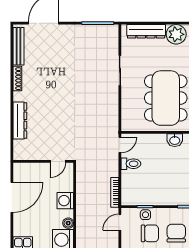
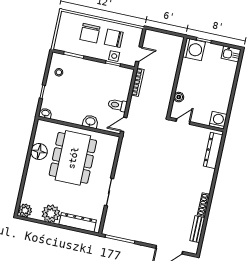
bench: (18, 46) -> (197, 229), width x0.73
dresser: (20, 120) -> (213, 151), moved
washbasin: (175, 140) -> (90, 122), moved
door: (12, 197) -> (232, 98), removed
washing machine: (65, 201) -> (218, 120), moved, turned -90
boiler: (68, 223) -> (179, 97), moved

